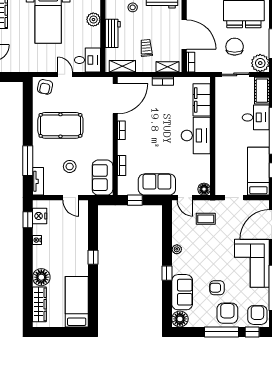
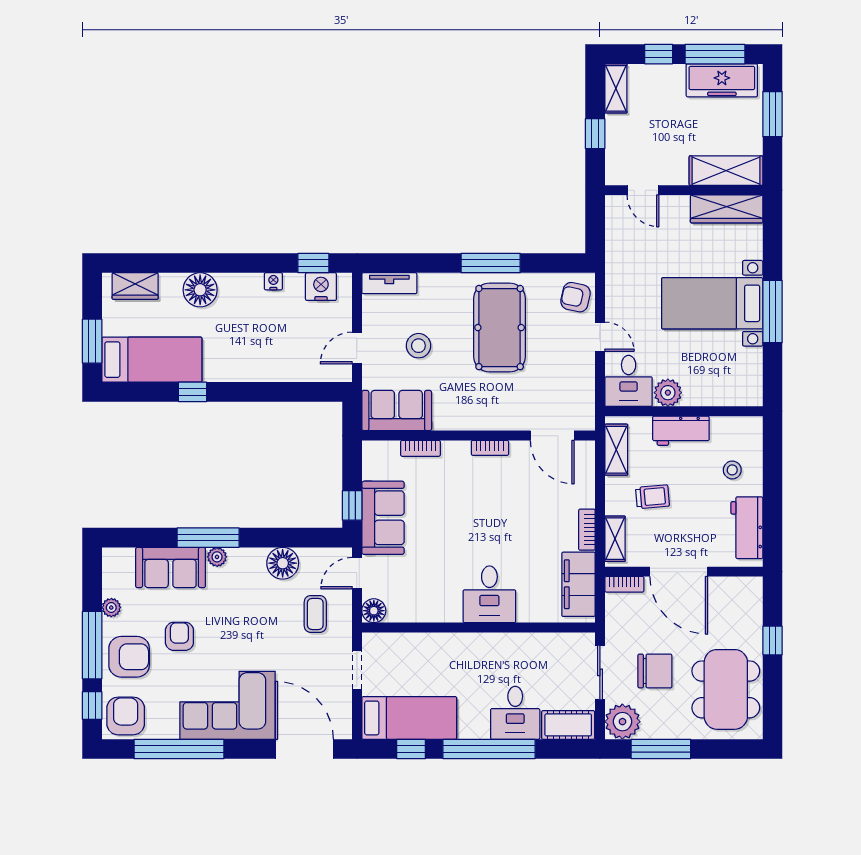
plant: (93, 20) -> (668, 393), moved
door: (184, 34) -> (679, 572), hinge flipped
door: (65, 74) -> (600, 337), hinge flipped
door: (115, 99) -> (552, 436), width x0.73
filing cabinet: (202, 100) -> (578, 584), moved, turned -90
desk: (196, 135) -> (489, 594), width x0.73
window: (28, 161) -> (491, 263), moved
window: (135, 200) -> (352, 505), moved
plant: (177, 249) -> (217, 557), moved
window: (93, 257) -> (193, 392), moved
window: (167, 273) -> (208, 538), width x2.17
wardrobe: (39, 304) -> (135, 286), width x0.67
armchair: (257, 315) -> (126, 716), turned -90
floor lamp: (180, 319) -> (283, 563), moved
plant: (202, 322) -> (111, 608), added
window: (67, 332) -> (92, 341), added

